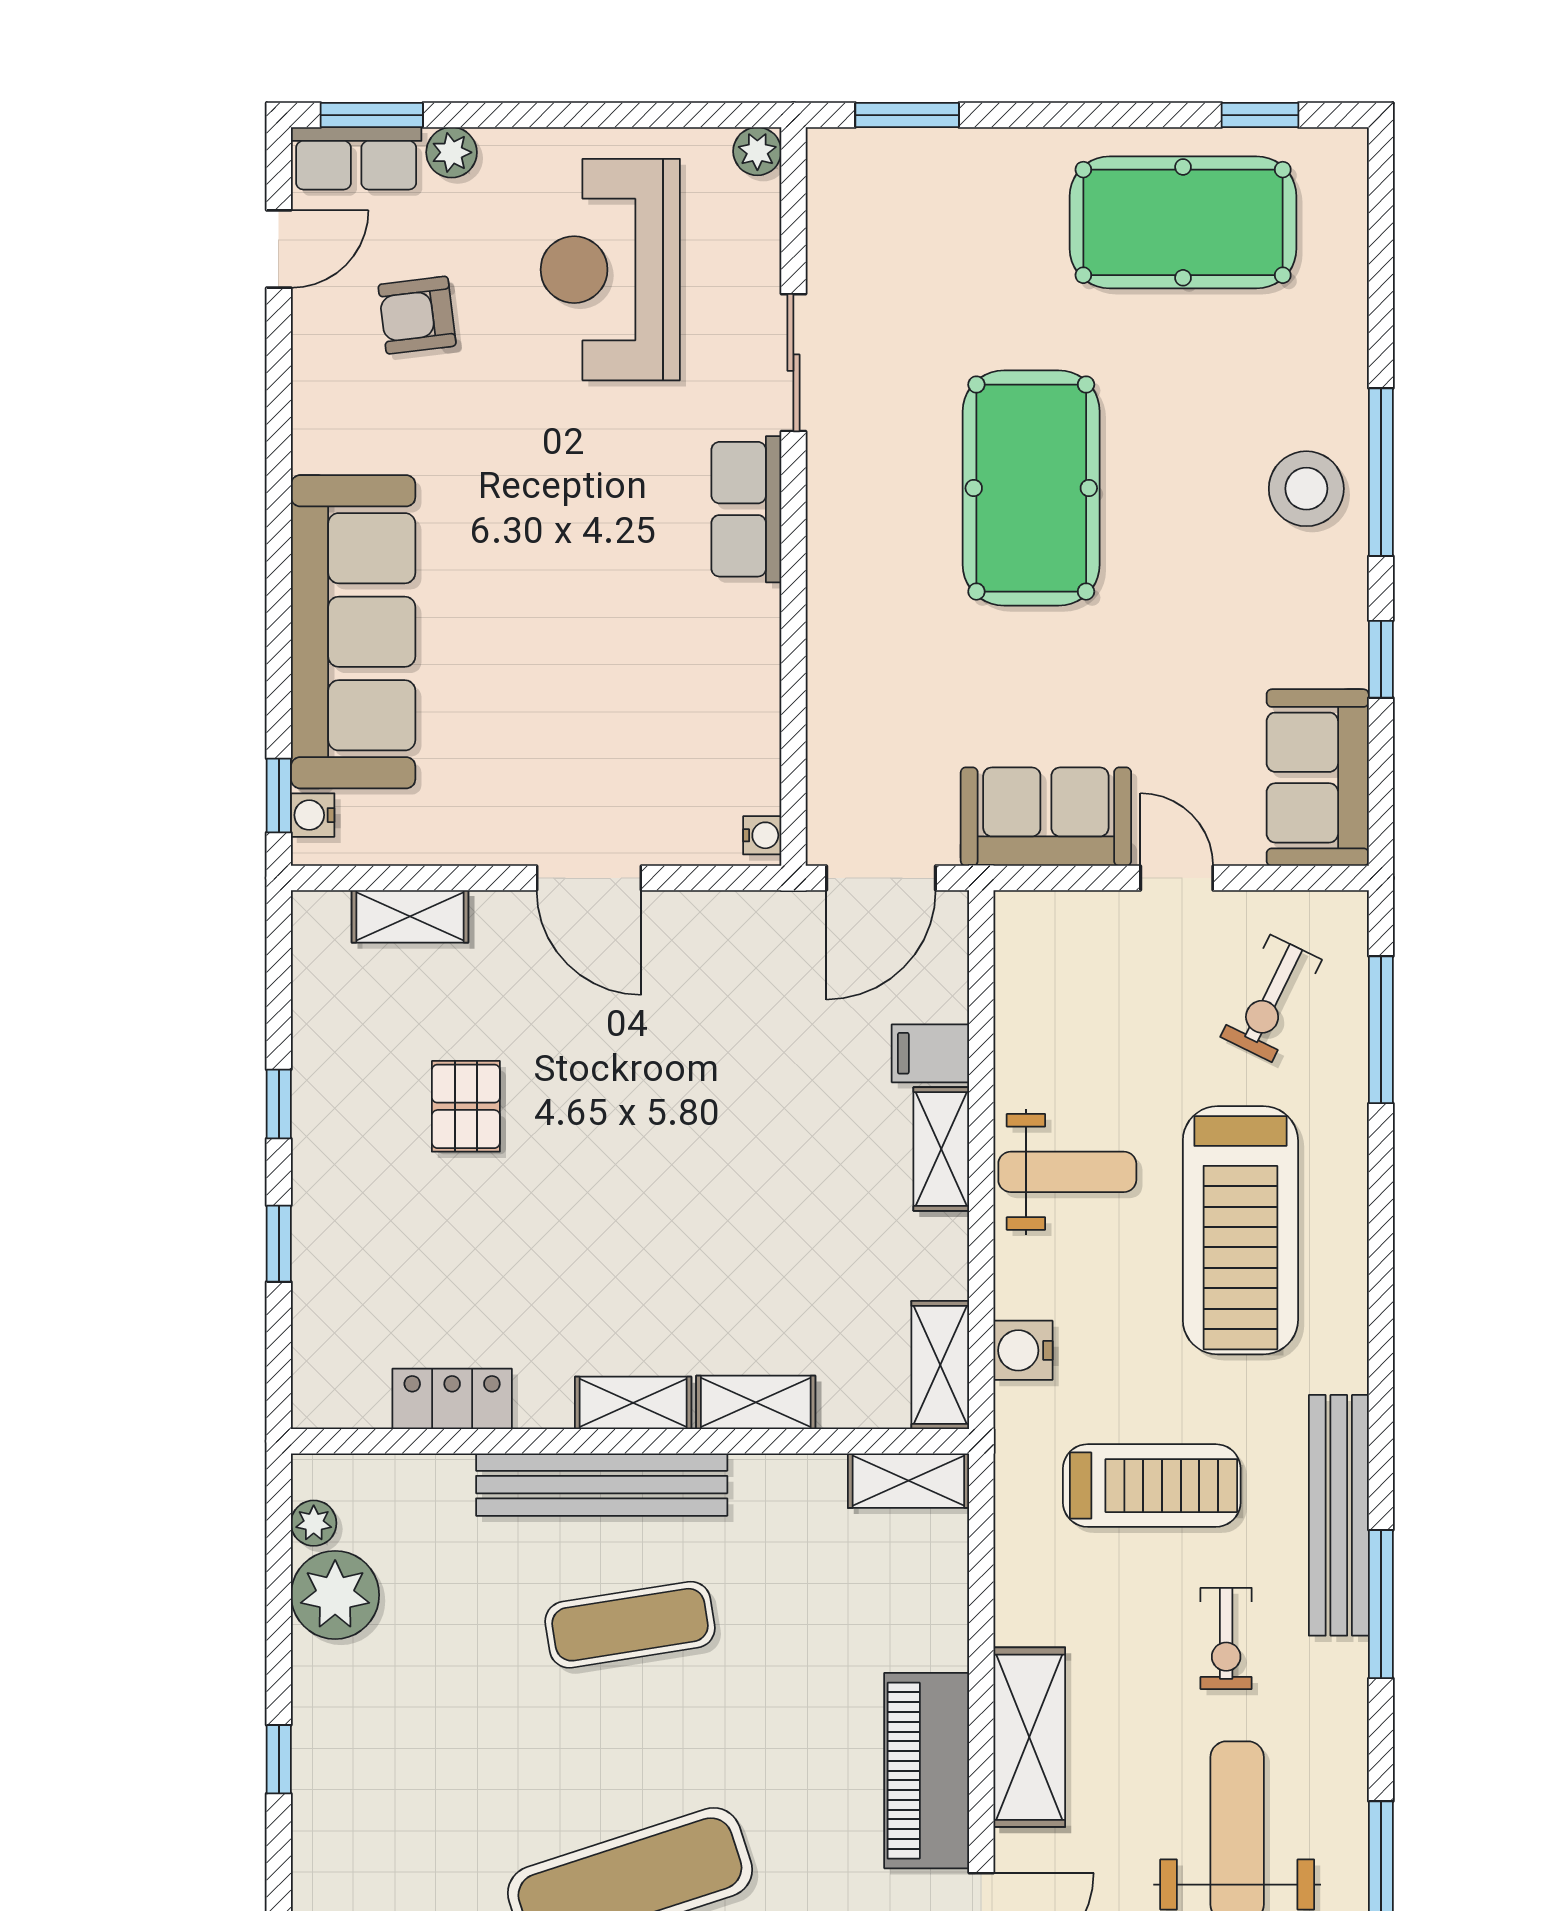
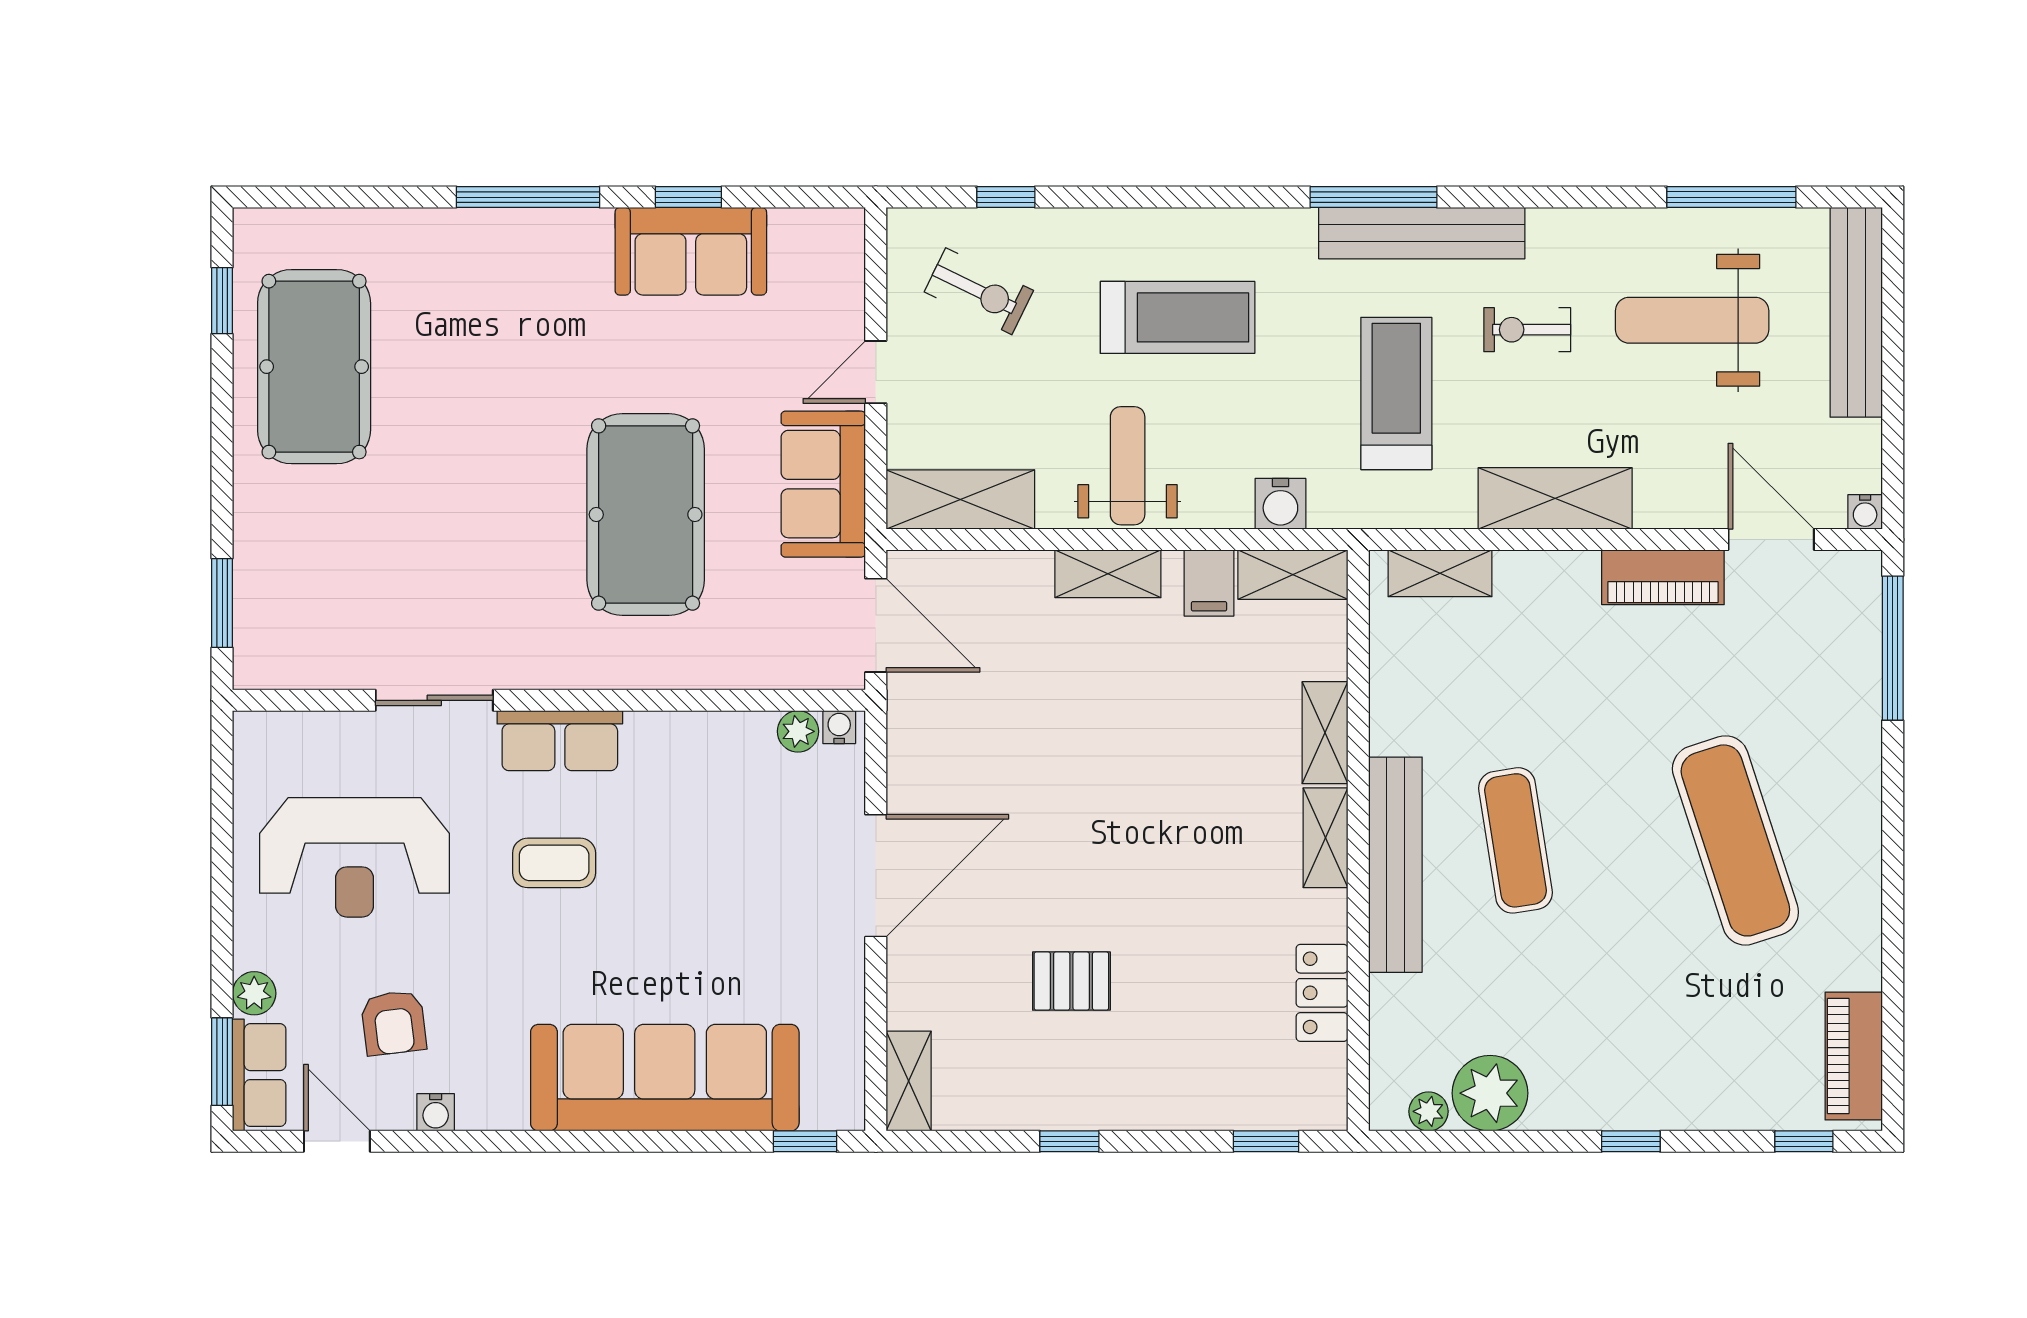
plant: (757, 151) -> (798, 731), moved
pool table: (1031, 488) -> (646, 515), moved, turned 90
stool: (1306, 489) -> (542, 261), removed
coffee table: (604, 503) -> (554, 863), added
sofa: (1318, 778) -> (691, 251), moved
water cooler: (313, 815) -> (436, 1112), moved
door: (589, 878) -> (876, 876), width x1.36
shelving: (410, 916) -> (909, 1081), moved
shelving: (1028, 977) -> (960, 499), added
window: (1381, 1030) -> (1006, 197), width x0.46
filing cabinet: (930, 1053) -> (1209, 583), moved
treadmill: (1240, 1230) -> (1178, 317), width x0.73, depth x0.73
window: (279, 1244) -> (1266, 1141), moved
shelving: (908, 1481) -> (1440, 573), moved, turned 90
window: (1381, 1604) -> (1374, 197), moved
exercise bike: (1226, 1638) -> (1527, 330), turned 180
shelving: (1029, 1737) -> (1555, 498), moved
piano: (927, 1771) -> (1663, 577), width x0.73, depth x0.75

